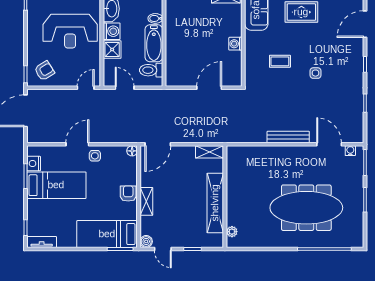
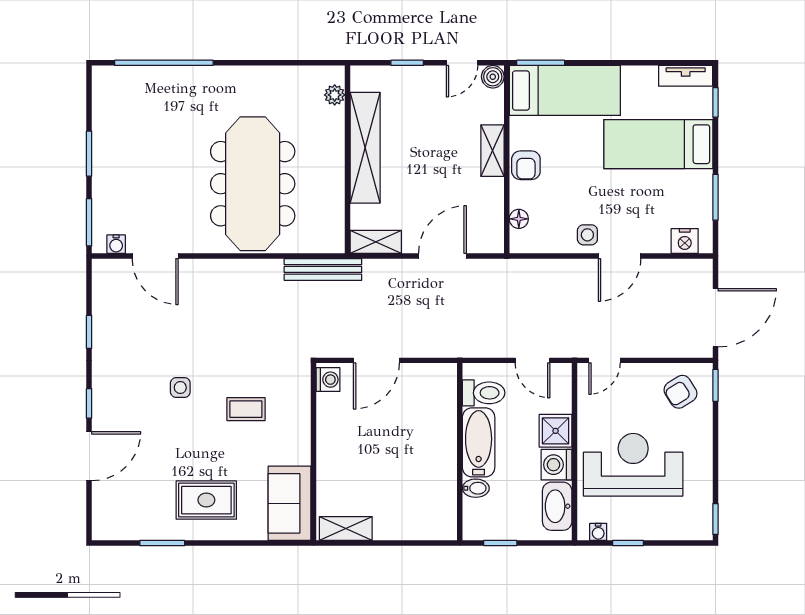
door: (365, 24) -> (89, 456), moved
washing machine: (235, 44) -> (328, 380), moved
bench: (288, 137) -> (323, 269), moved
door: (158, 144) -> (442, 256), moved
floor lamp: (132, 151) -> (519, 219), moved
nightstand: (34, 164) -> (685, 241), moved, turned 90
bed: (56, 185) -> (658, 144), moved
meeting table: (306, 208) -> (253, 184), moved, turned 90
door: (163, 249) -> (462, 63), swing flipped

